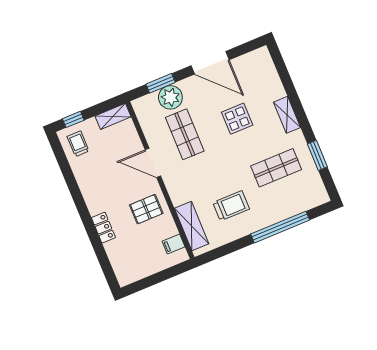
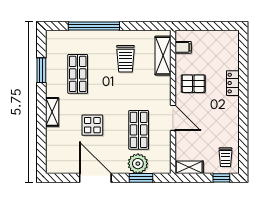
shop shelf: (276, 168) -> (78, 74), turned 90
trolley: (231, 206) -> (125, 59), turned -90

